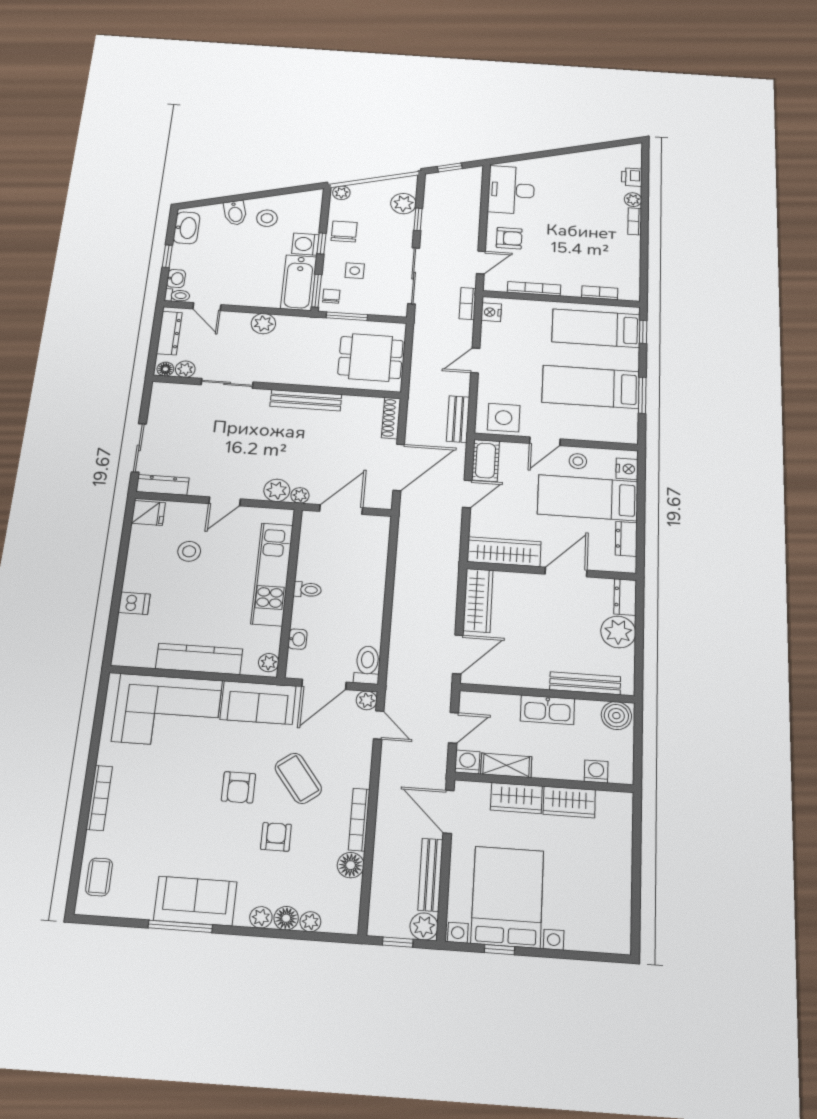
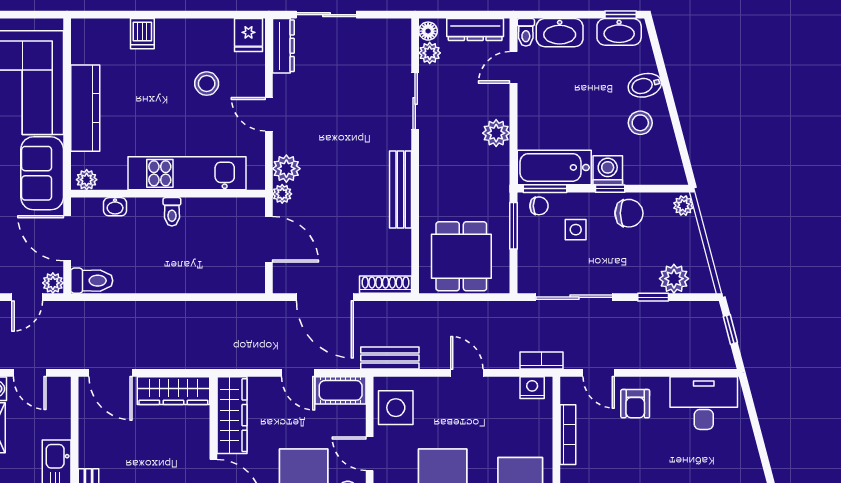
window: (167, 256) -> (621, 15), moved
washbasin: (176, 279) -> (560, 33), width x1.91, depth x1.45

